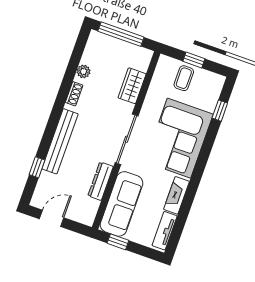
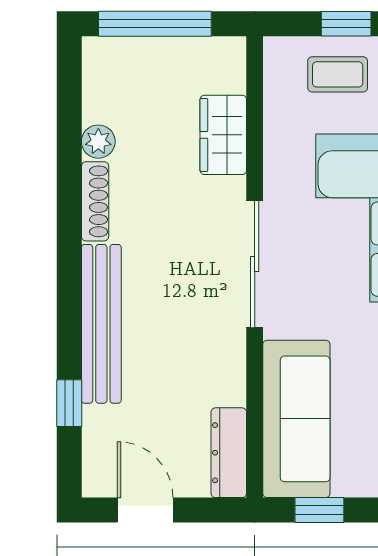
coffee table: (184, 78) -> (338, 74), turned 90
shoe rack: (74, 94) -> (95, 201), width x1.43
dresser: (101, 181) -> (229, 453), moved
door: (52, 218) -> (145, 510), hinge flipped

